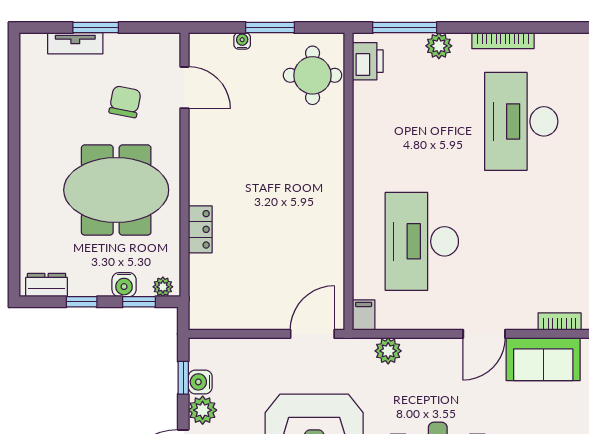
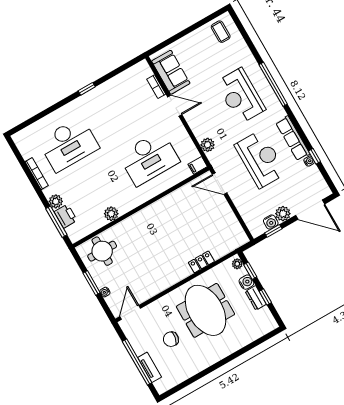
window: (96, 28) -> (137, 362), width x2.11
printer: (368, 61) -> (66, 216), moved, turned 90
door: (184, 88) -> (130, 312), moved
chair: (125, 102) -> (171, 339), moved
plant: (366, 126) -> (111, 214), added
dresser: (47, 285) -> (256, 298), moved
bookcase: (560, 321) -> (156, 87), moved

